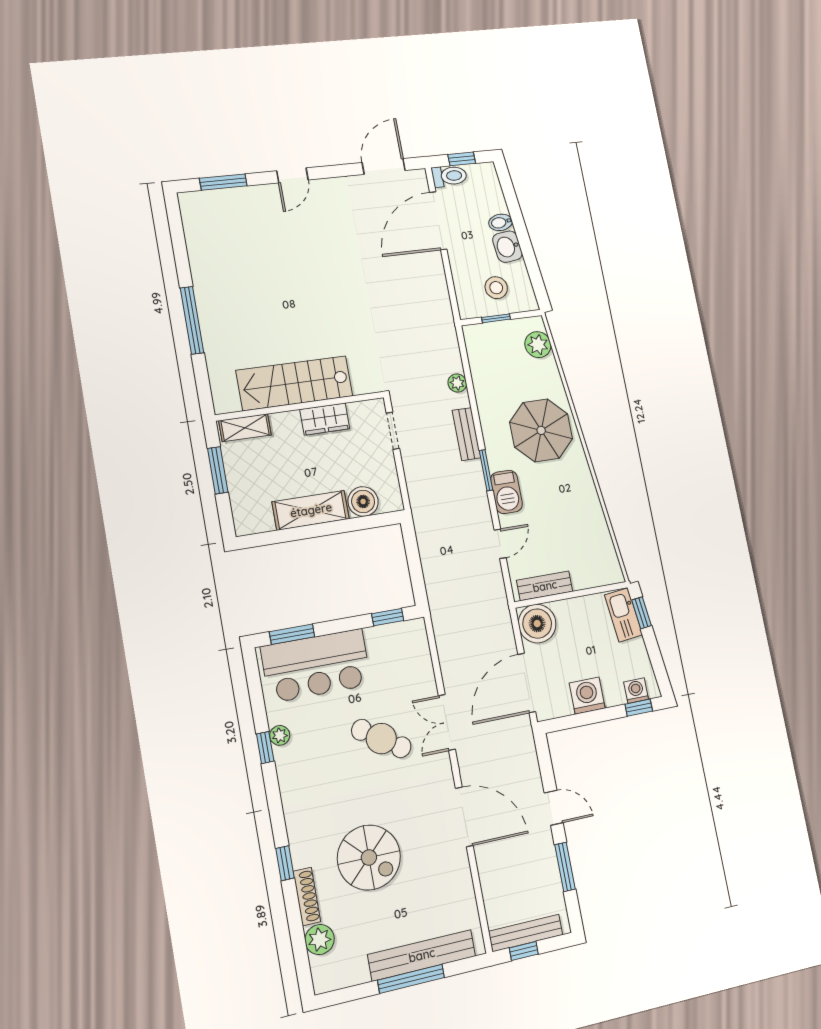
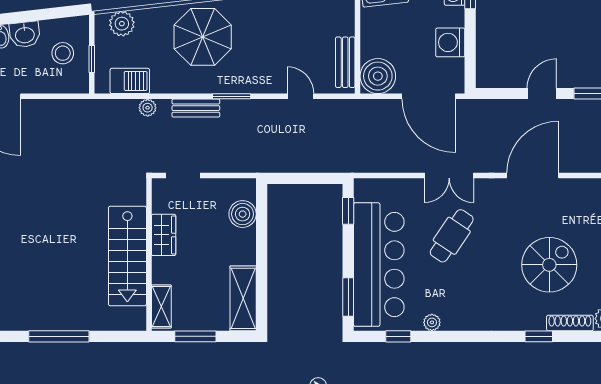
barbecue: (507, 492) -> (130, 81), moved
shelving: (311, 510) -> (243, 298), moved
bar counter: (316, 666) -> (379, 265), width x1.36
window: (265, 748) -> (398, 336), moved

